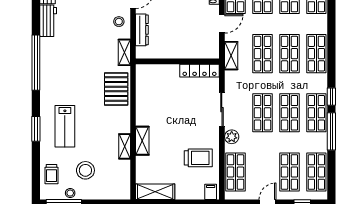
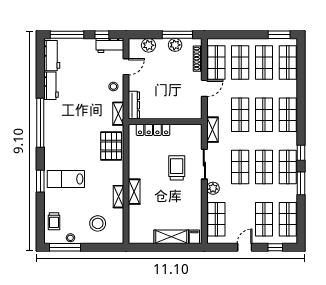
dresser: (142, 30) -> (134, 105), moved
shelving: (231, 56) -> (212, 130), moved
locker: (200, 71) -> (153, 130), moved
lab bench: (65, 126) -> (66, 179), turned 90
window: (331, 131) -> (301, 183), width x0.69
trolley: (198, 158) -> (177, 168), moved, turned -90
stool: (85, 170) -> (98, 223), moved
shelving: (155, 192) -> (171, 237), moved

